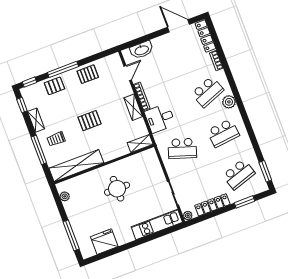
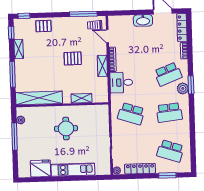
washbasin: (142, 50) -> (143, 20), moved
window: (63, 69) -> (83, 14), moved
door: (128, 73) -> (107, 36), swing flipped
pallet: (88, 74) -> (74, 26), removed
pallet: (90, 121) -> (73, 58), moved
trolley: (56, 139) -> (95, 25), moved
shelving: (140, 144) -> (82, 98), moved
window: (265, 171) -> (191, 85), moved
school desk: (239, 174) -> (170, 151), turned 36
kitchen unit: (157, 224) -> (73, 170), moved
window: (71, 235) -> (14, 137), moved

